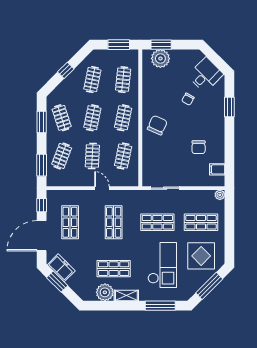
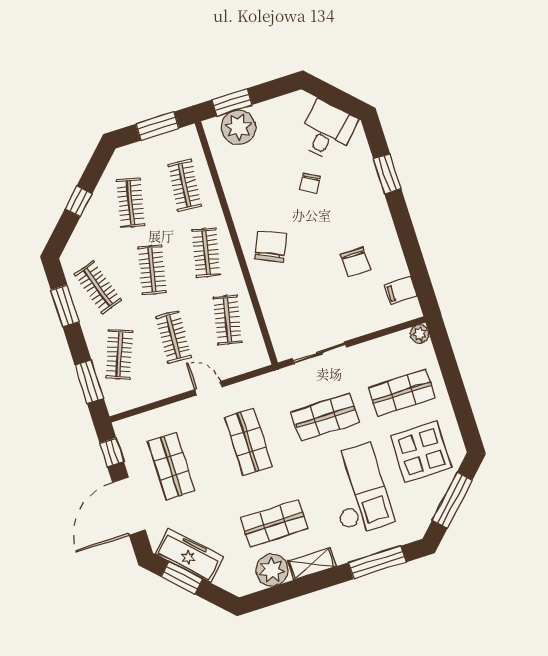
freezer: (61, 268) -> (189, 555), width x1.40

